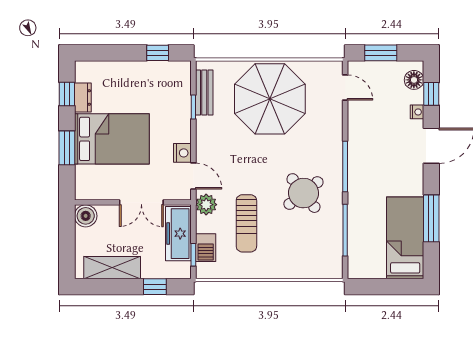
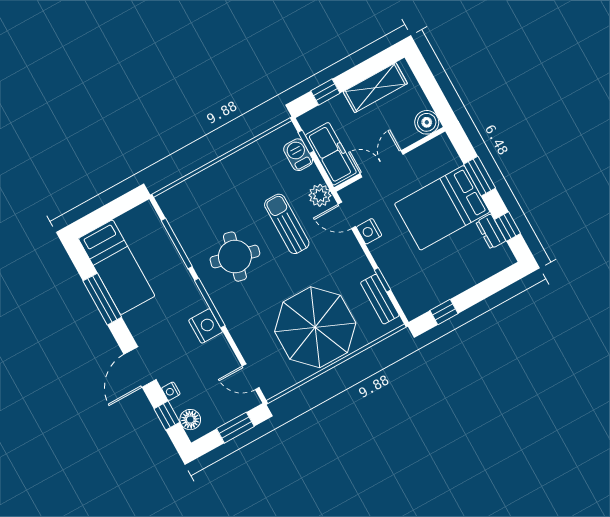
nightstand: (359, 150) -> (206, 326), added
round table: (303, 193) -> (235, 257), turned -38
sun lounger: (246, 223) -> (287, 224), moved

